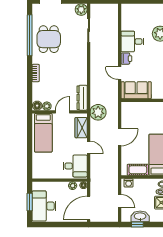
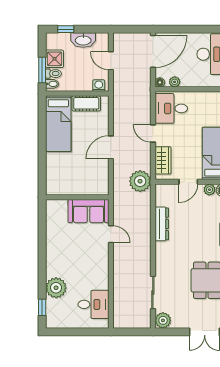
desk: (132, 41) -> (93, 304), moved
printer: (126, 59) -> (102, 254), removed
dresser: (82, 98) -> (162, 224), moved
window: (137, 225) -> (66, 29), moved

